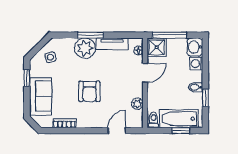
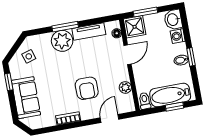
window: (170, 35) -> (145, 12), width x0.69
armchair: (89, 91) -> (87, 88), moved
window: (205, 98) -> (191, 57), moved
bookcase: (64, 123) -> (68, 118), moved

